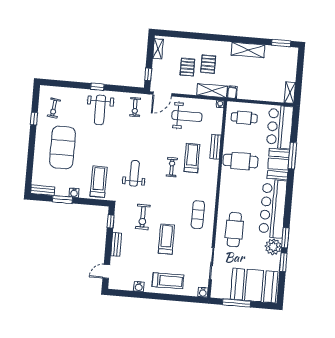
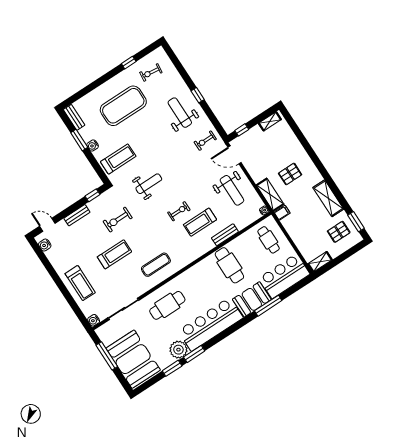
pallet: (187, 67) -> (339, 232), moved
weight bench: (100, 110) -> (180, 113), turned 90
treadmill: (192, 158) -> (200, 222), turned 180
water cooler: (139, 287) -> (45, 245), moved

